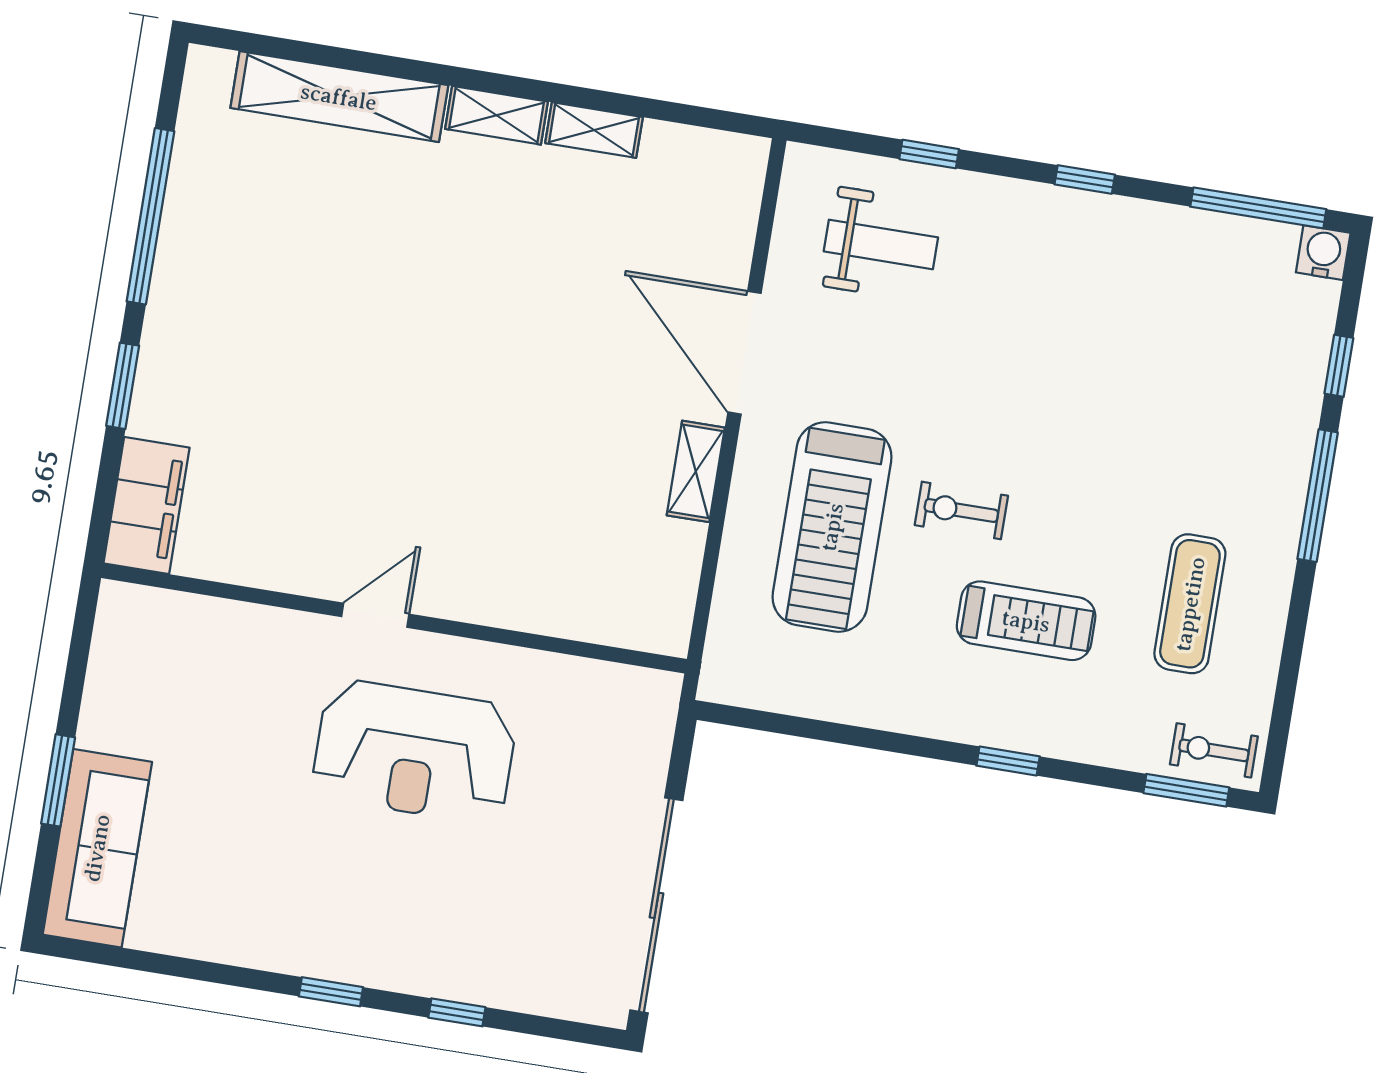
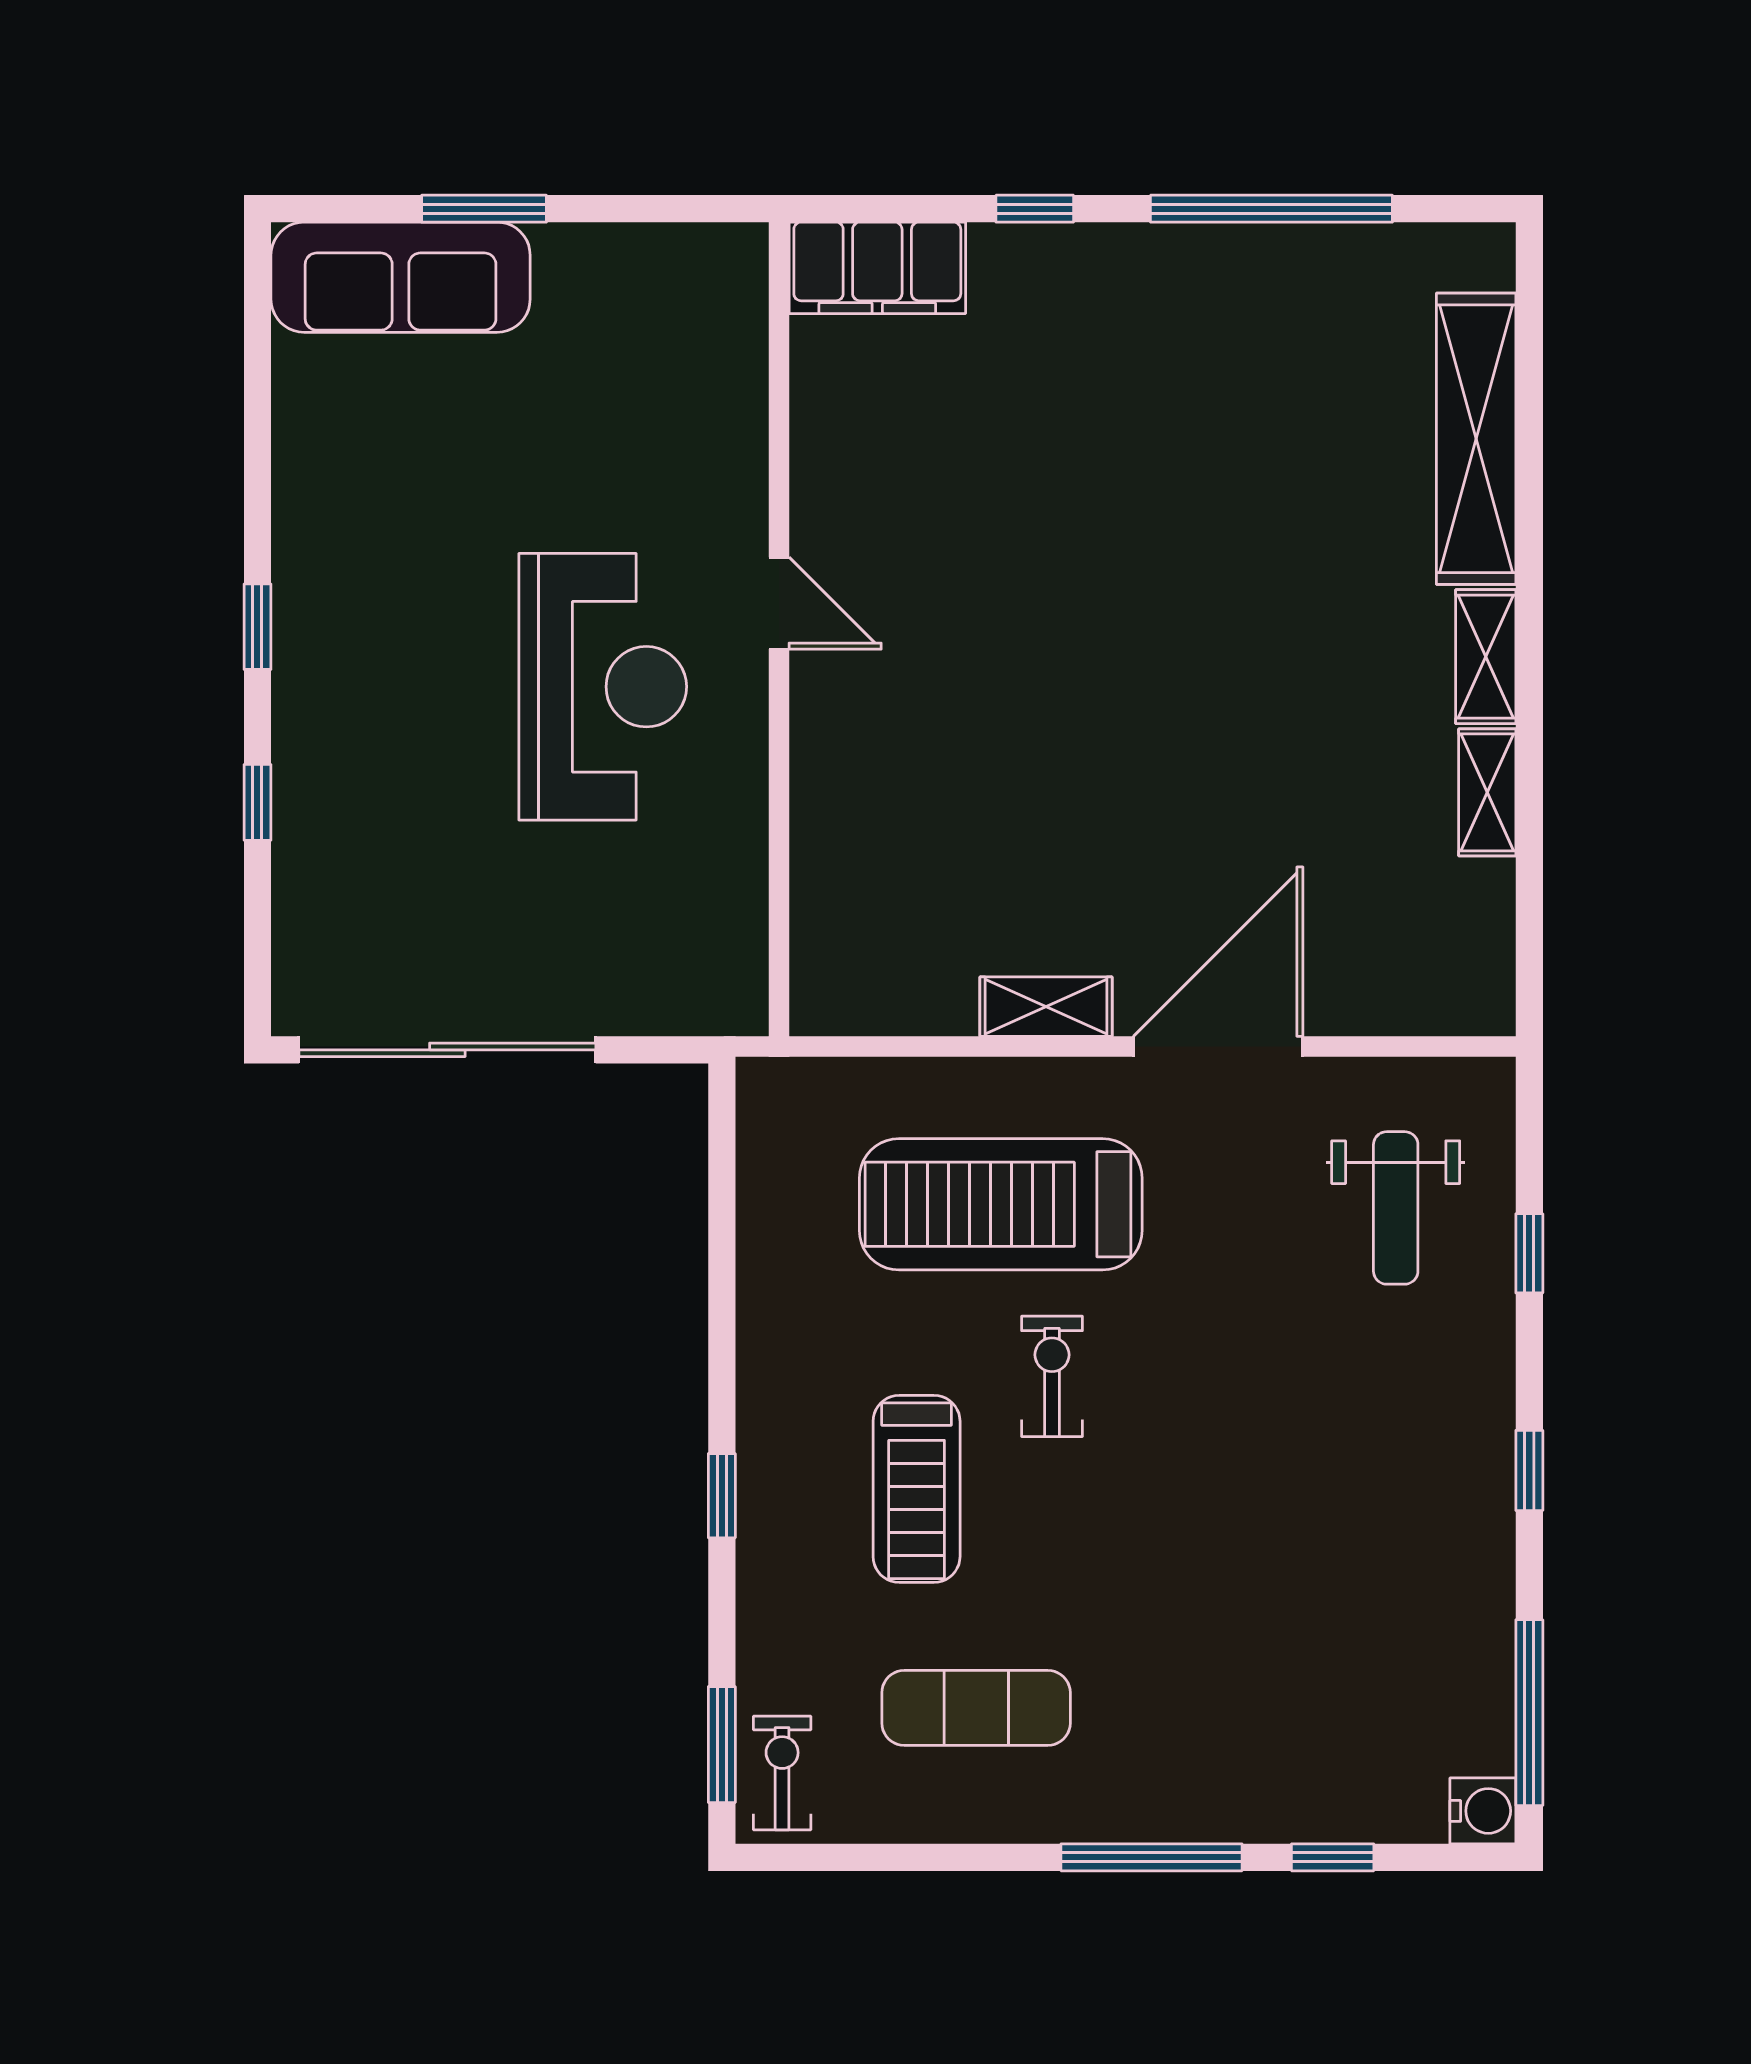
window: (123, 386) -> (1035, 209), width x0.67
reception desk: (414, 751) -> (603, 687), turned 180

